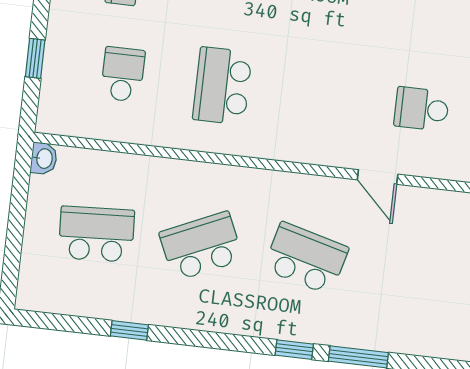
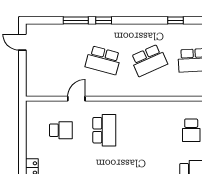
school desk: (222, 86) -> (104, 130), moved
door: (378, 177) -> (76, 99), hinge flipped

